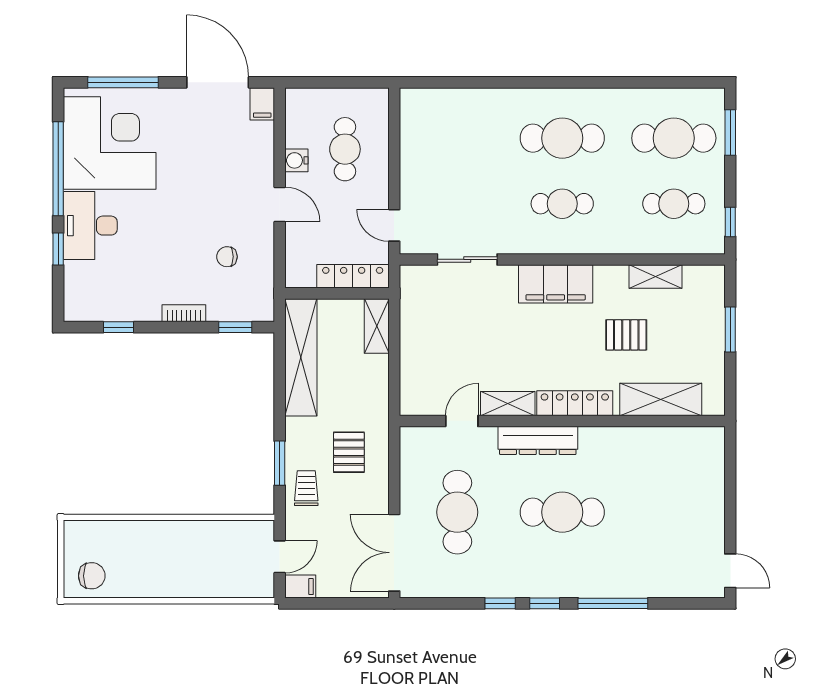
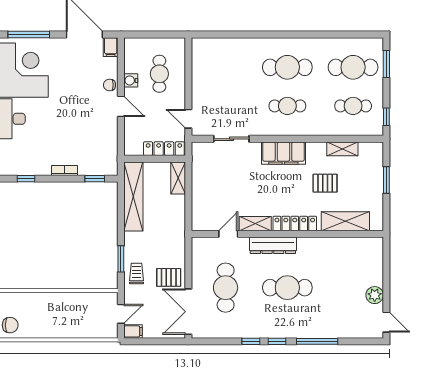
chair: (227, 257) -> (110, 85), moved
pallet: (349, 452) -> (169, 277), moved, turned 90
plant: (710, 525) -> (375, 295), added

